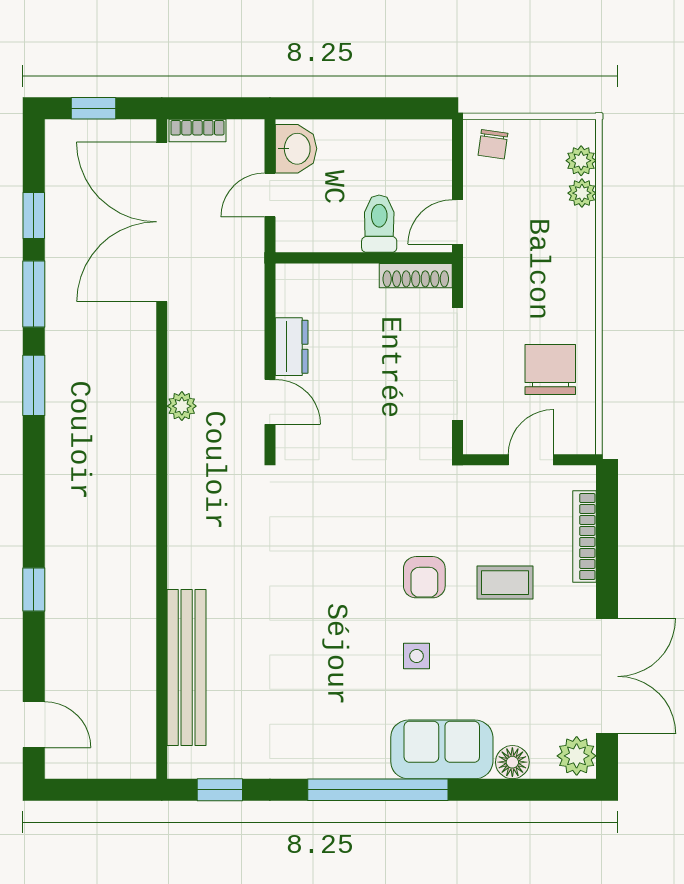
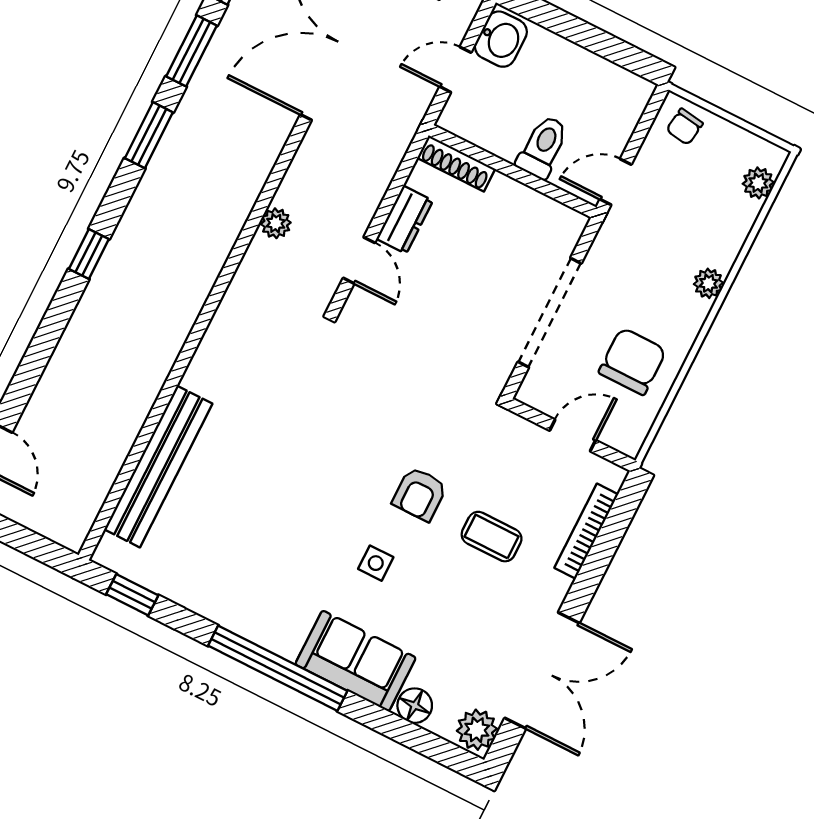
plant: (582, 193) -> (708, 283), moved
shoe rack: (416, 276) -> (456, 163), moved
window: (34, 590) -> (89, 254), moved

